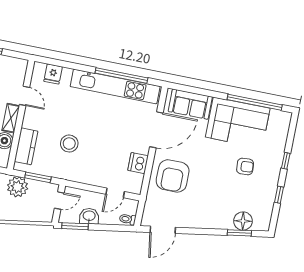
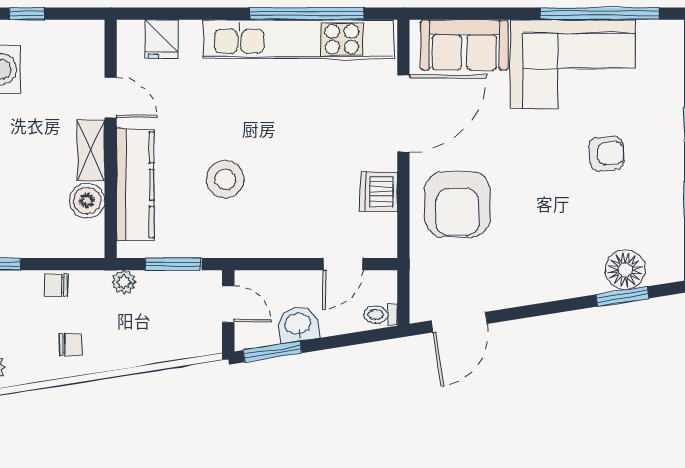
kitchen counter: (26, 146) -> (135, 185), width x1.50
plant: (18, 187) -> (124, 282), width x0.53, depth x0.53
door: (59, 201) -> (228, 304), hinge flipped

